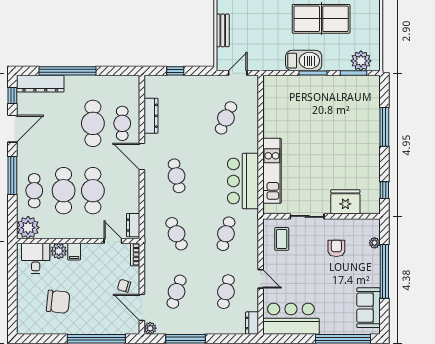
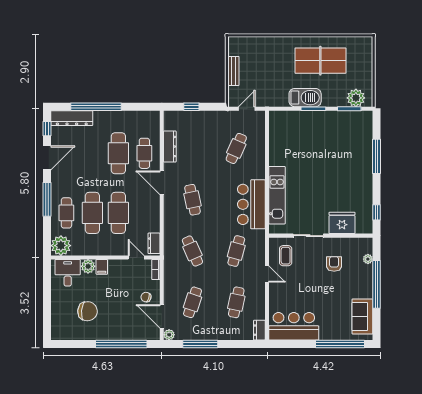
door: (261, 279) -> (267, 274), moved

